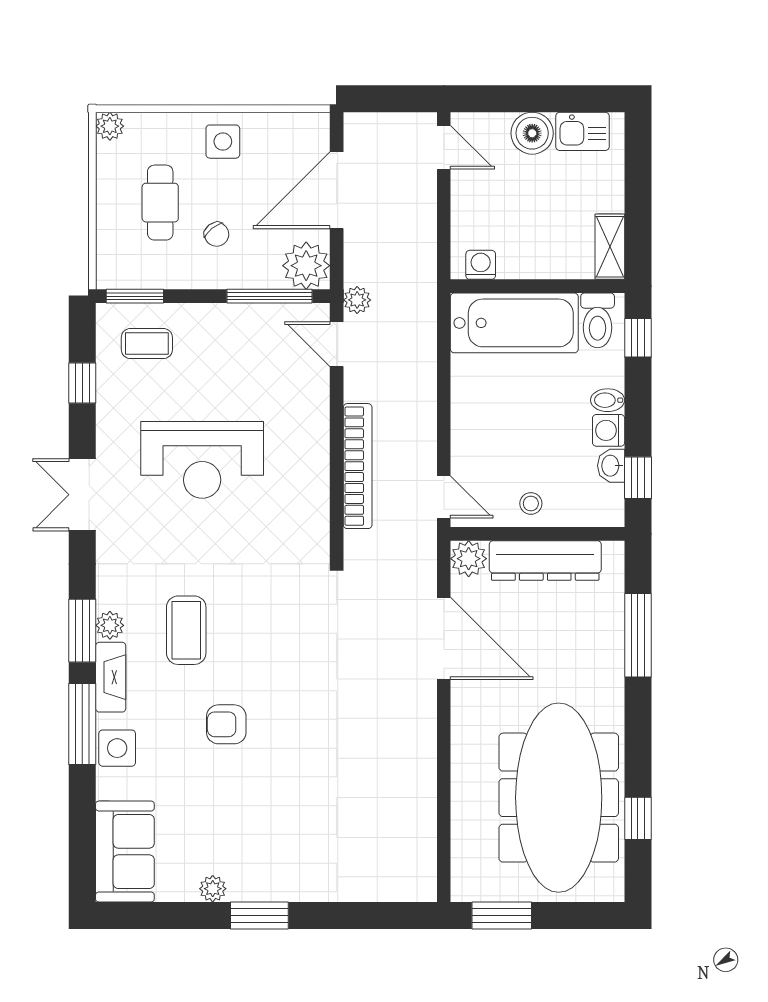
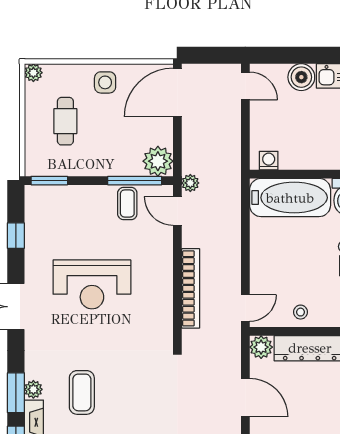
door: (337, 190) -> (177, 92), moved
chair: (217, 234) -> (101, 141), removed
coffee table: (147, 344) -> (127, 203), moved, turned 90
door: (444, 497) -> (245, 308), hinge flipped
door: (444, 638) -> (245, 398), width x0.73

